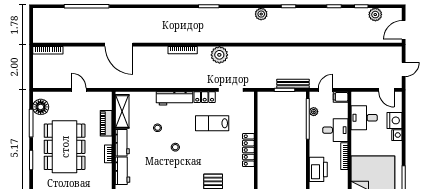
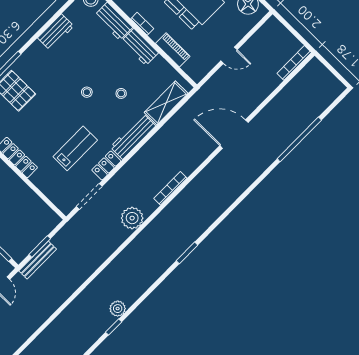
plant: (261, 14) -> (118, 309), moved
shelving: (122, 111) -> (166, 103), moved, turned 90

